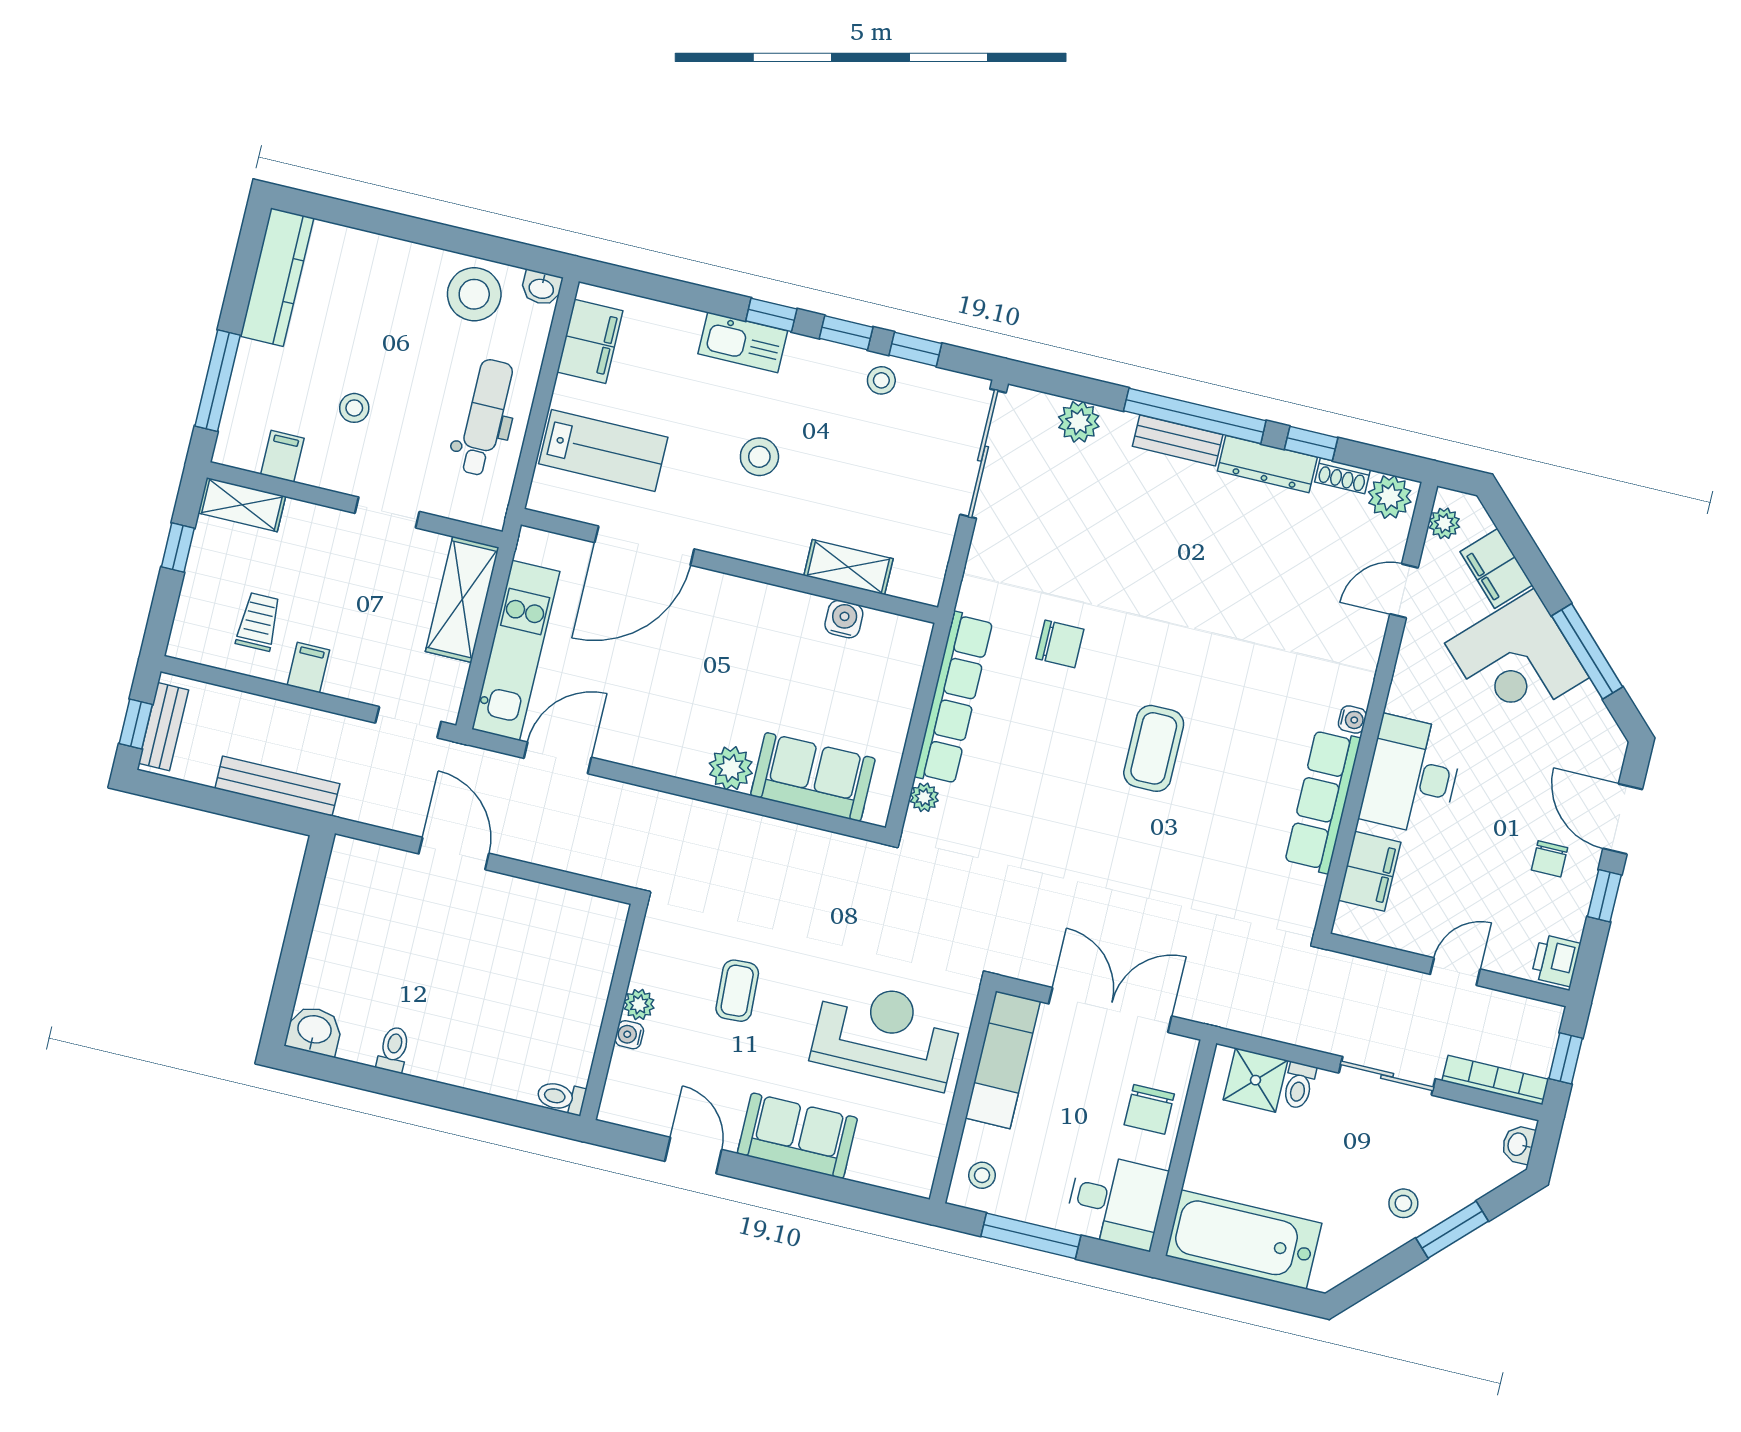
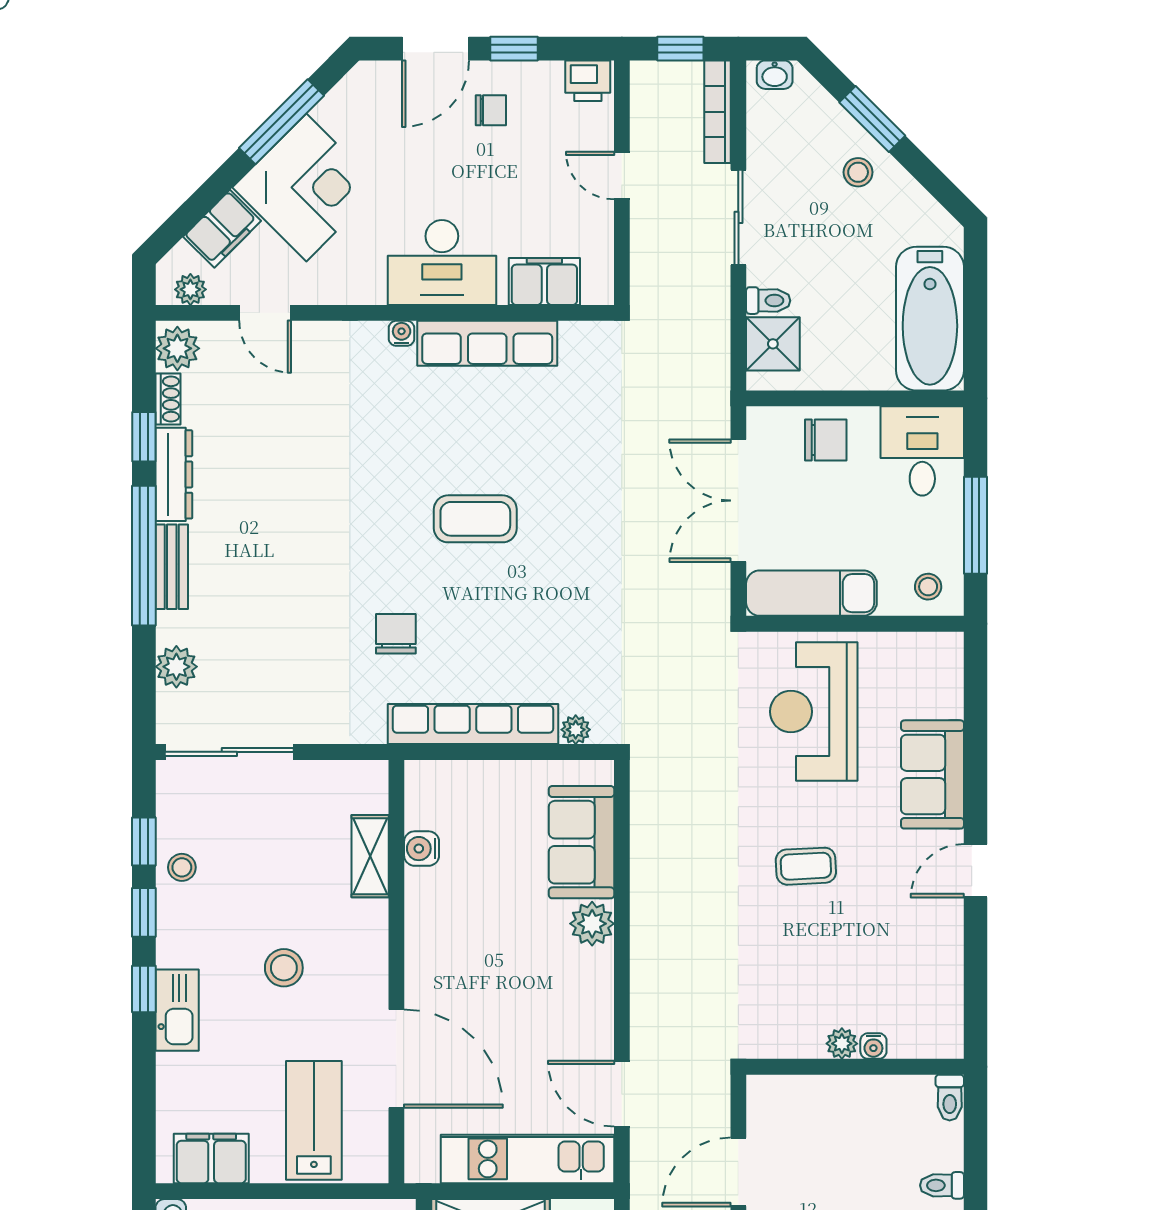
plant: (639, 1004) -> (842, 1044), moved
wall: (613, 1012) -> (855, 1067), moved
water cooler: (629, 1035) -> (873, 1046), moved
toilet: (561, 1097) -> (950, 1098), moved

